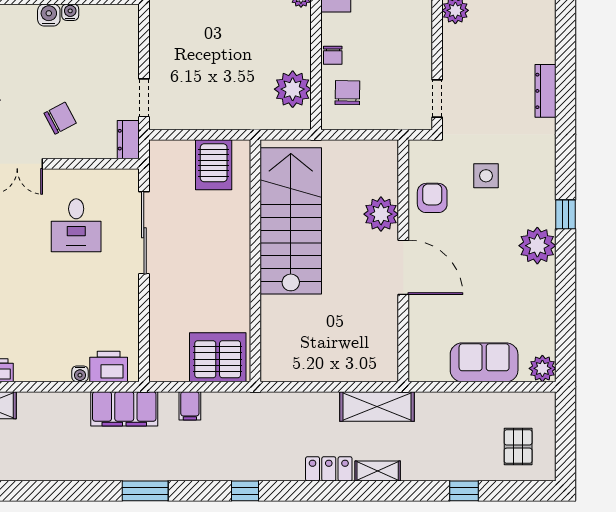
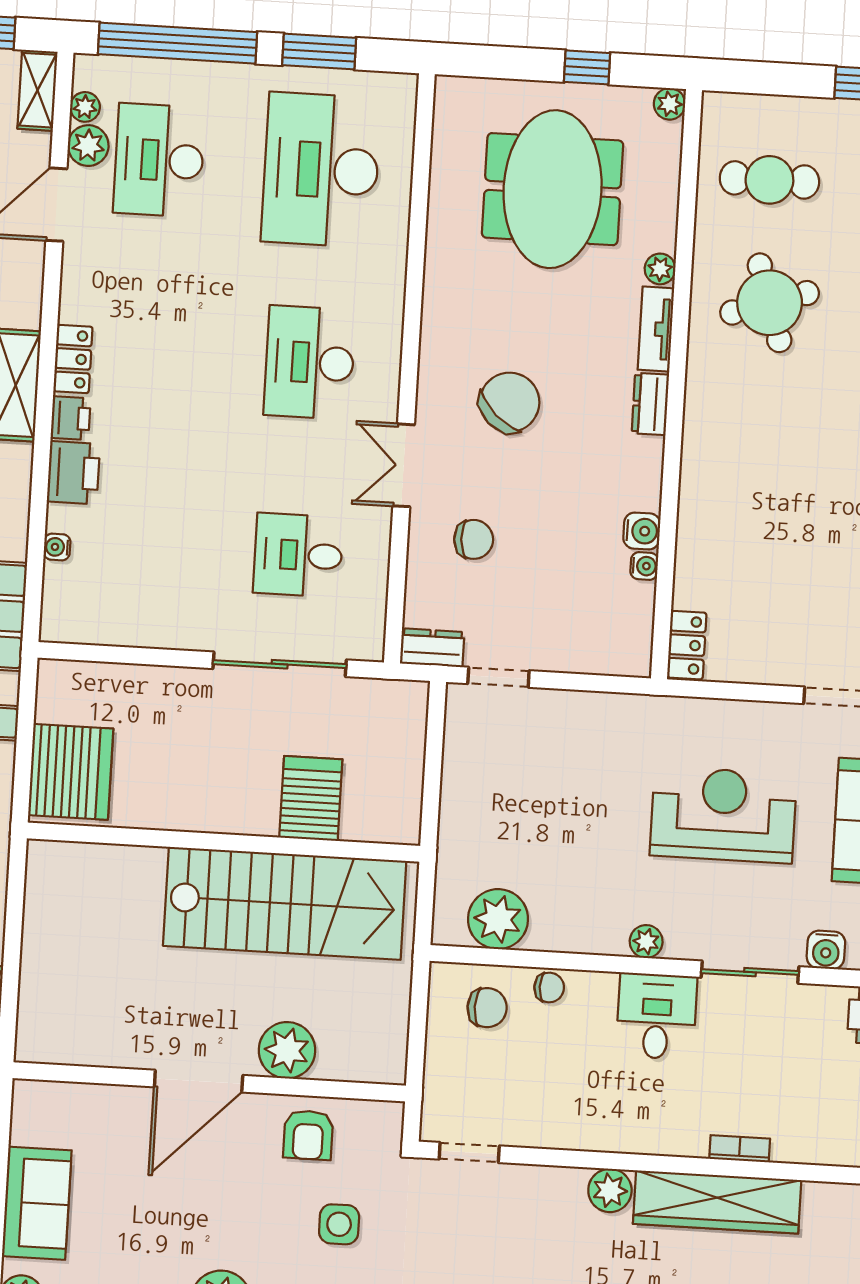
chair: (333, 55) -> (549, 988), turned 180
chair: (60, 118) -> (474, 539), turned -65
server rack: (214, 165) -> (311, 798), moved, turned 90
armchair: (432, 198) -> (308, 1135), turned 90
printer: (109, 366) -> (73, 473), moved

